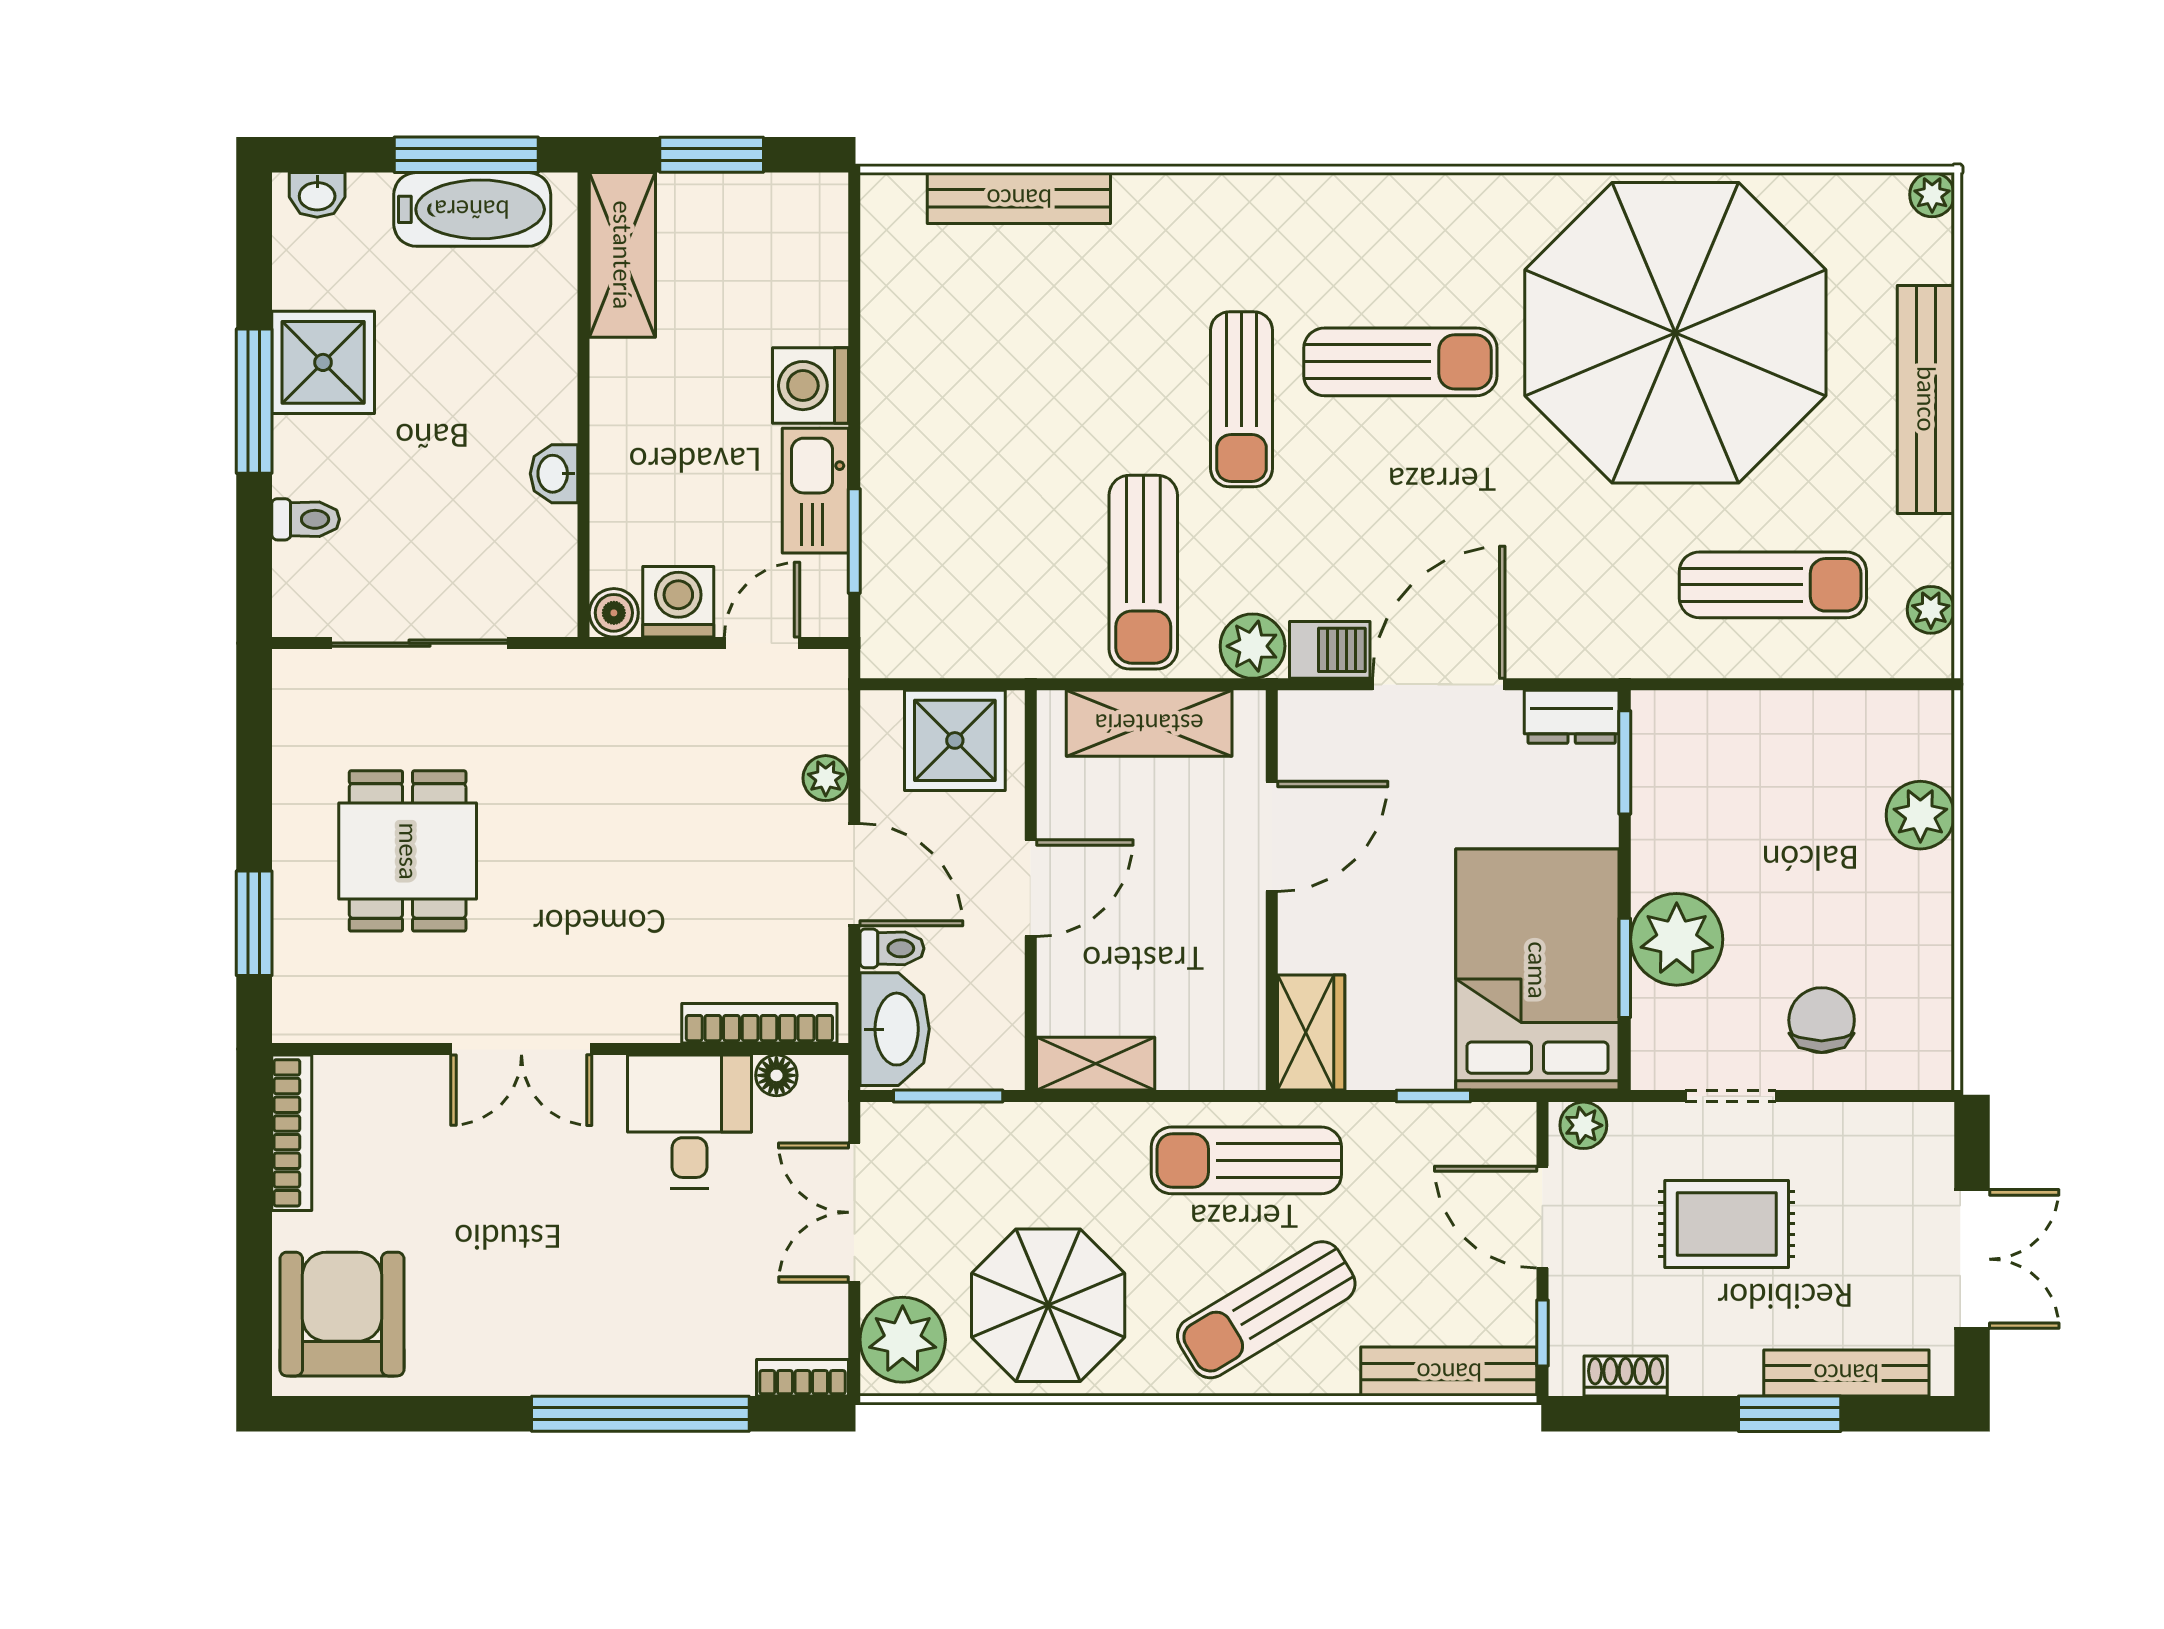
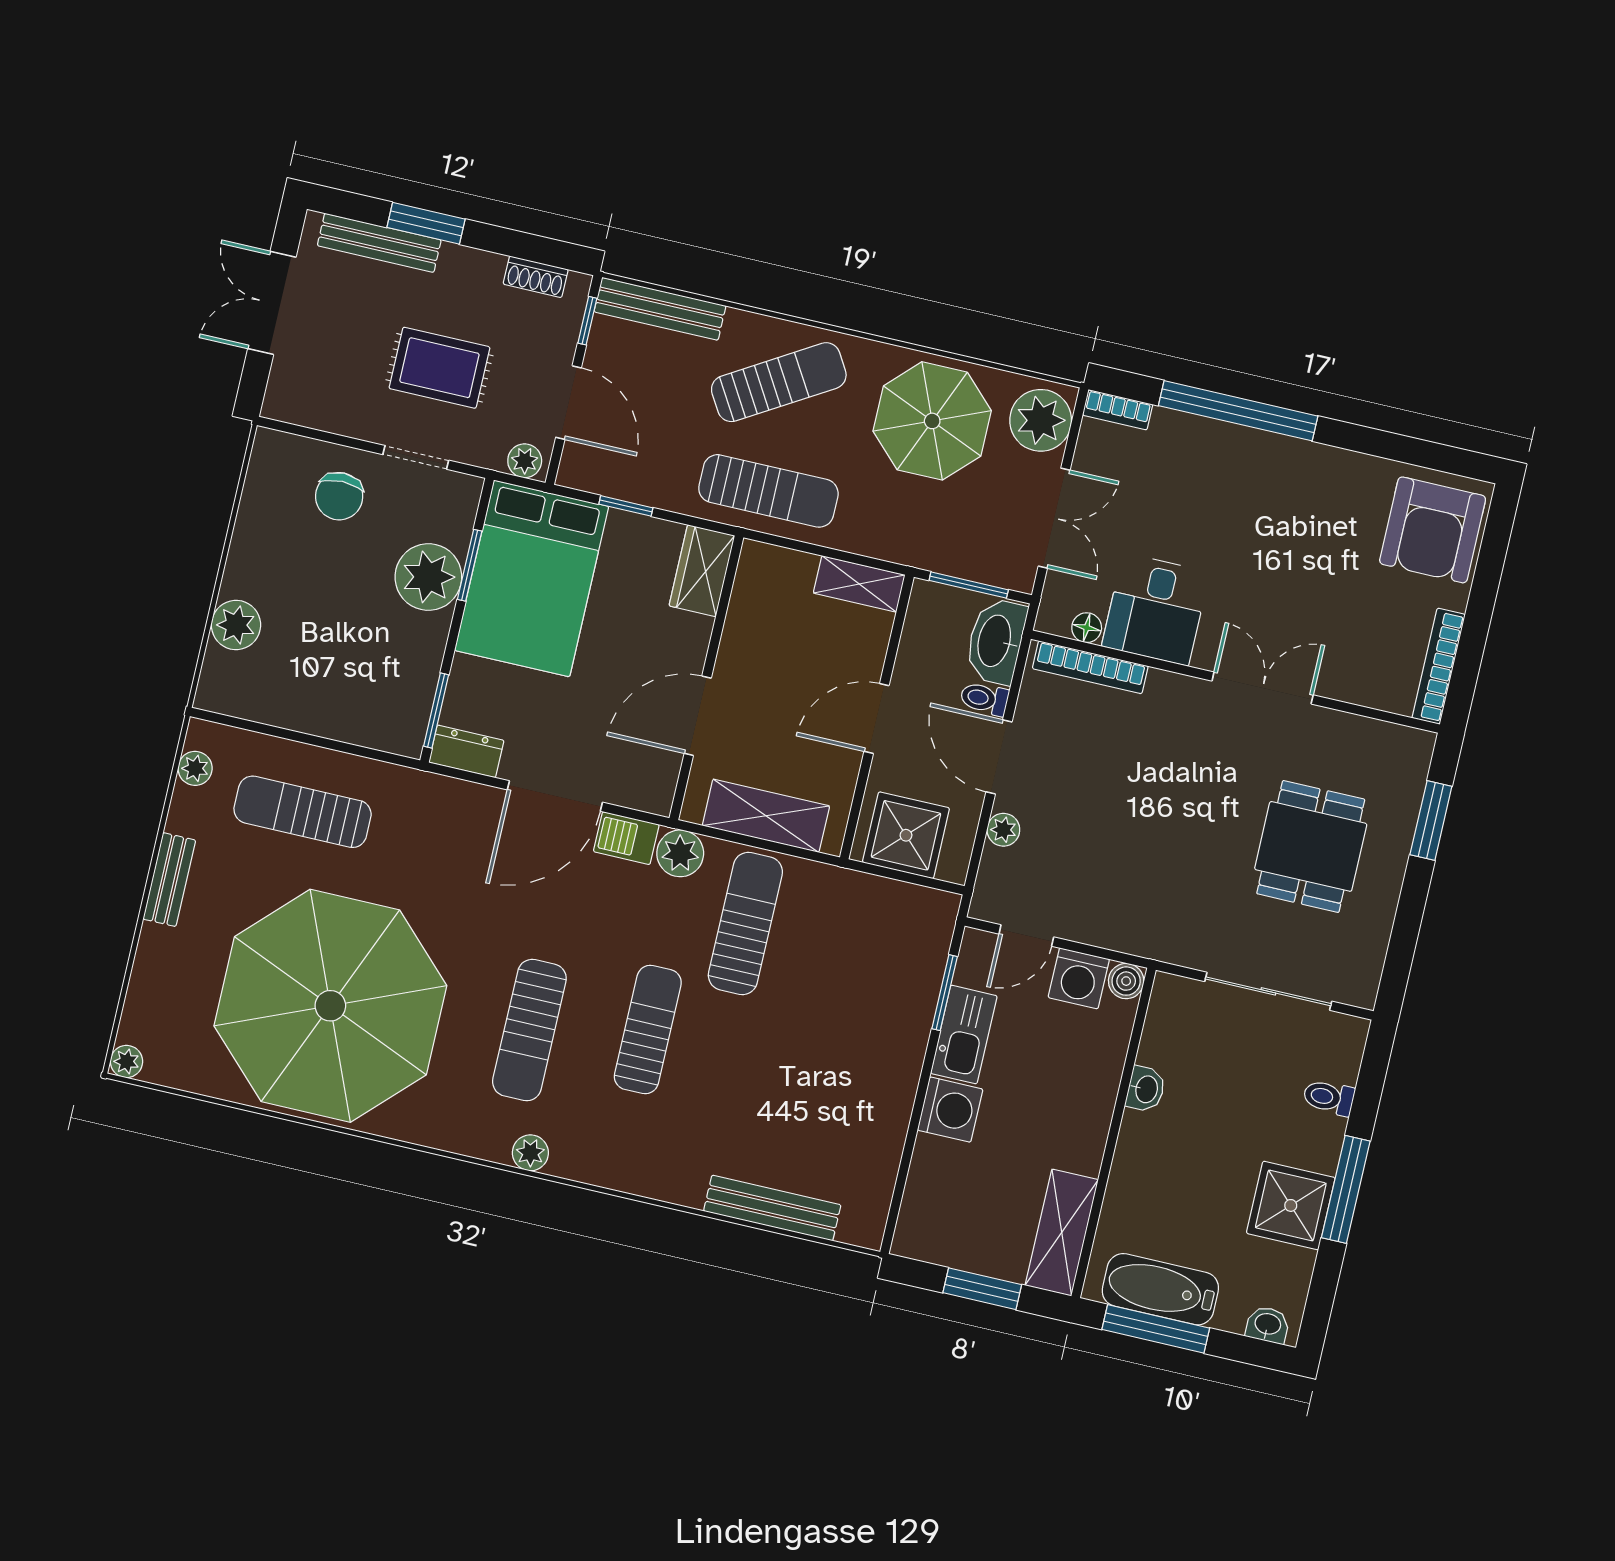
plant: (1361, 197) -> (530, 1153), added
sun lounger: (1400, 362) -> (529, 1030), turned -90
bench: (1926, 399) -> (169, 880), width x0.54, depth x0.82

